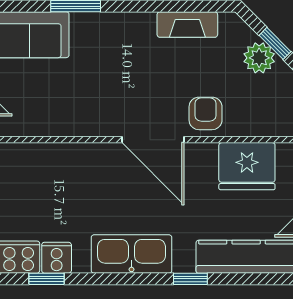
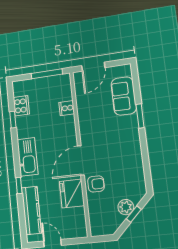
fireplace: (187, 25) -> (138, 170), removed
fridge: (247, 166) -> (72, 194), moved
cooker: (57, 258) -> (67, 108), moved, turned 180

